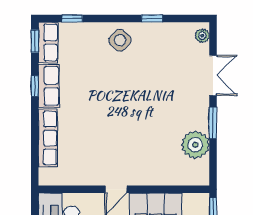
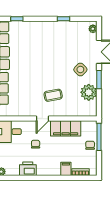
side table: (120, 40) -> (80, 69), moved
coffee table: (134, 150) -> (53, 95), added

